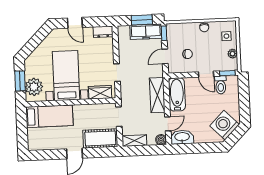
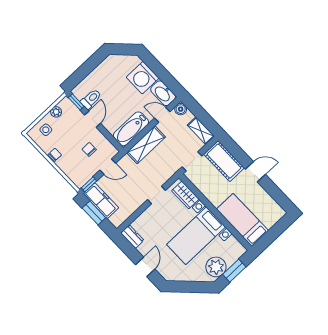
plant: (34, 87) -> (216, 267), moved
washing machine: (225, 125) -> (143, 78), moved, turned 45

